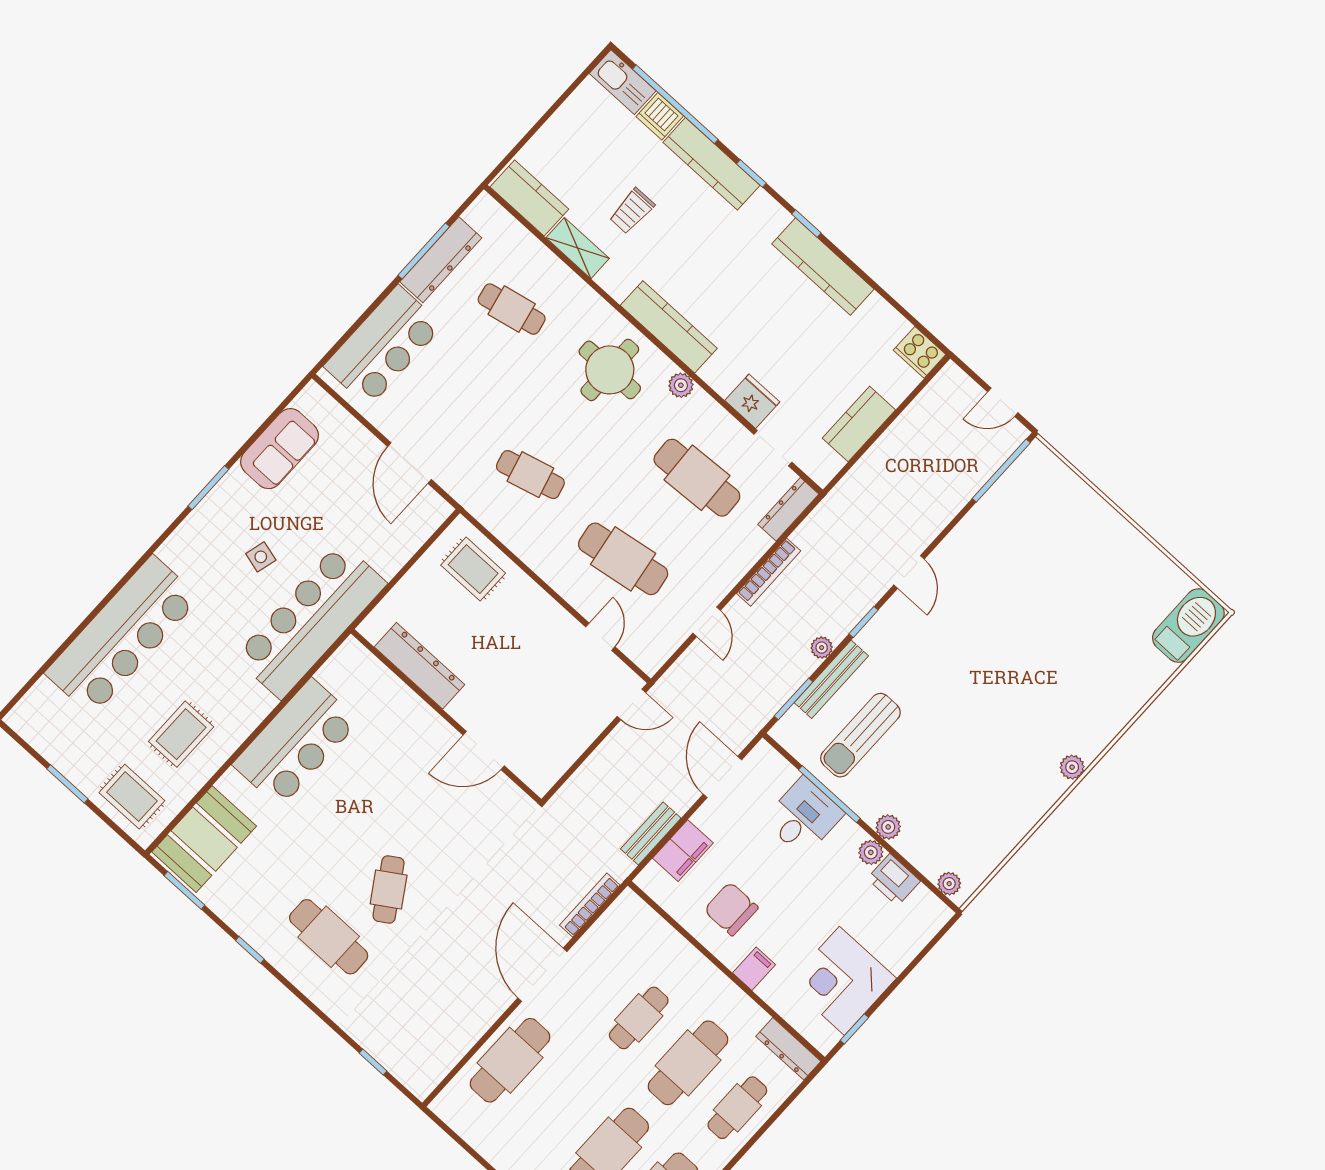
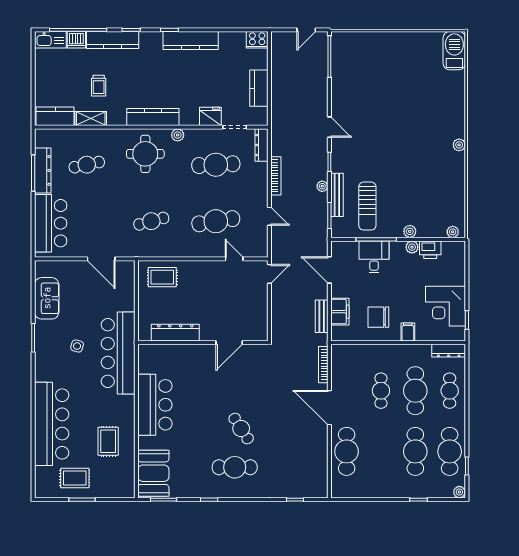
rug: (132, 797) -> (75, 478), moved

